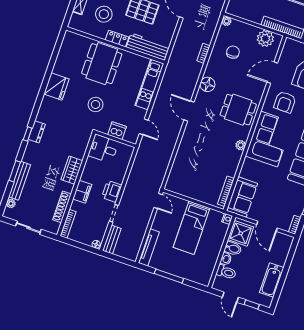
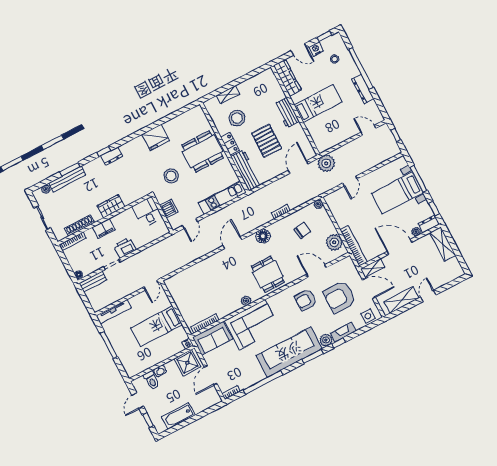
corner sofa: (269, 139) -> (252, 325), moved
bidet: (233, 248) -> (172, 368), removed

